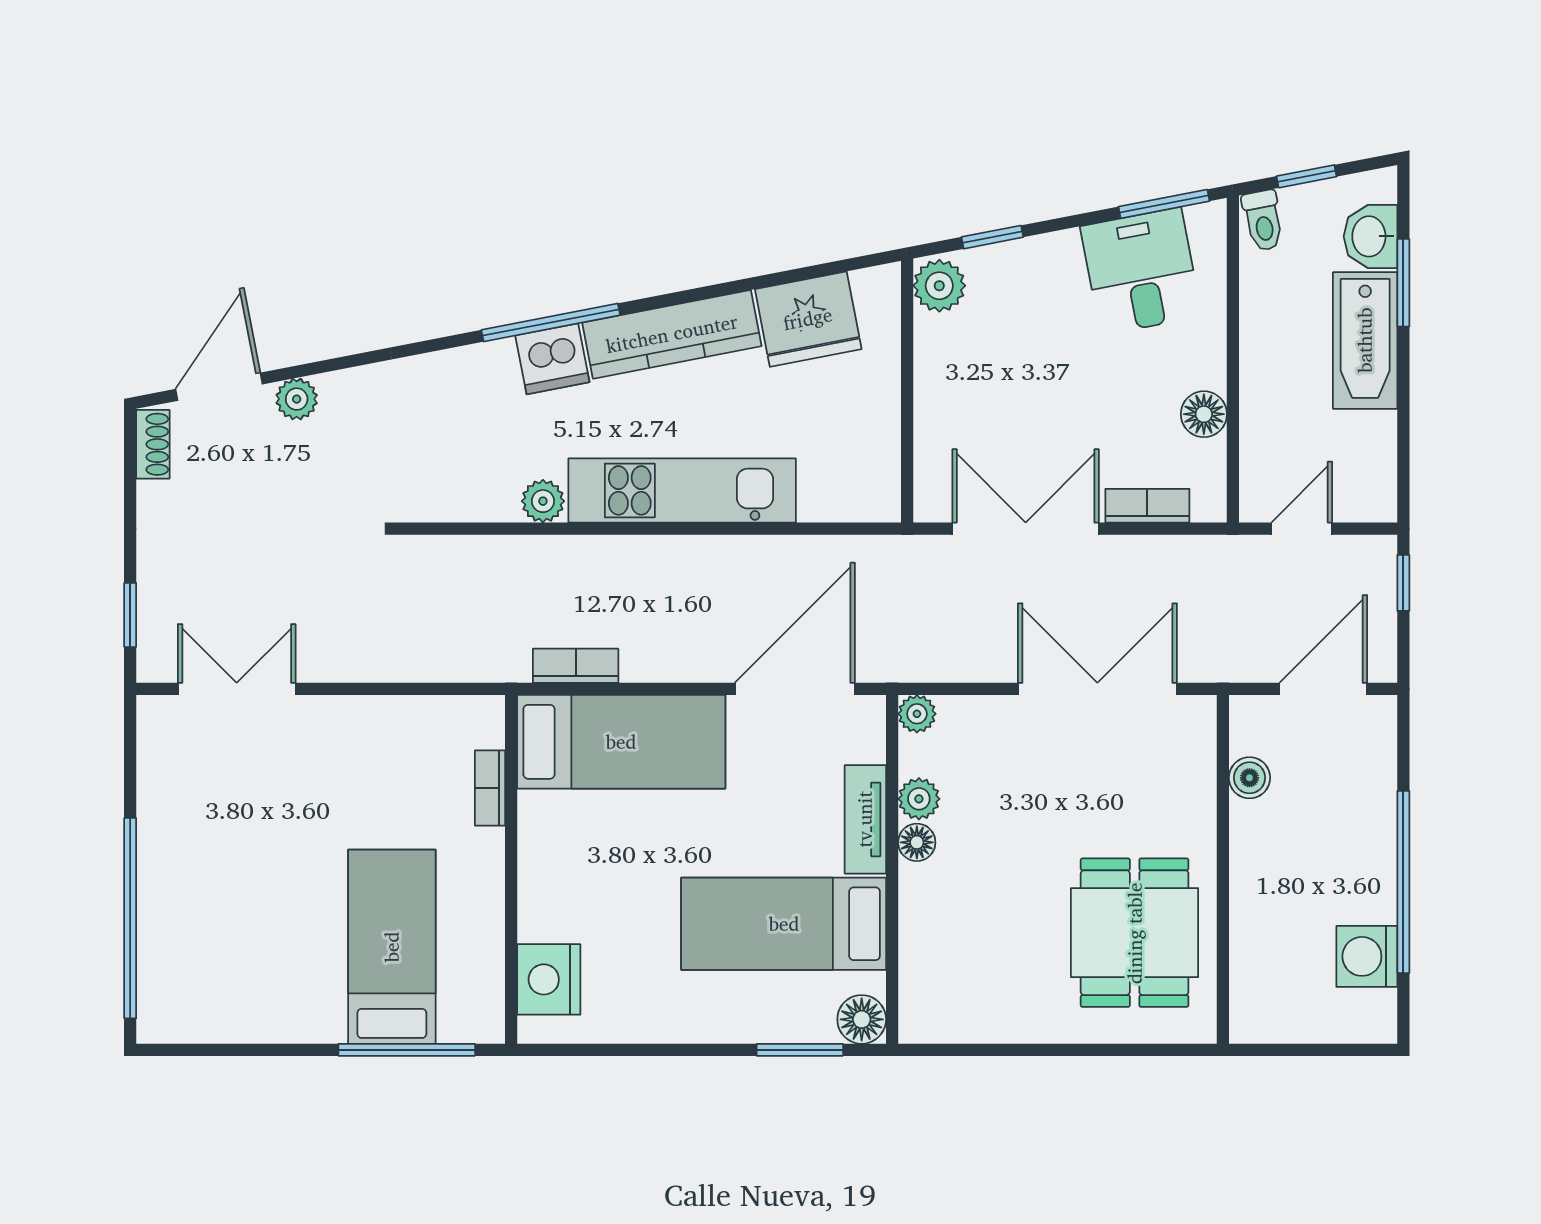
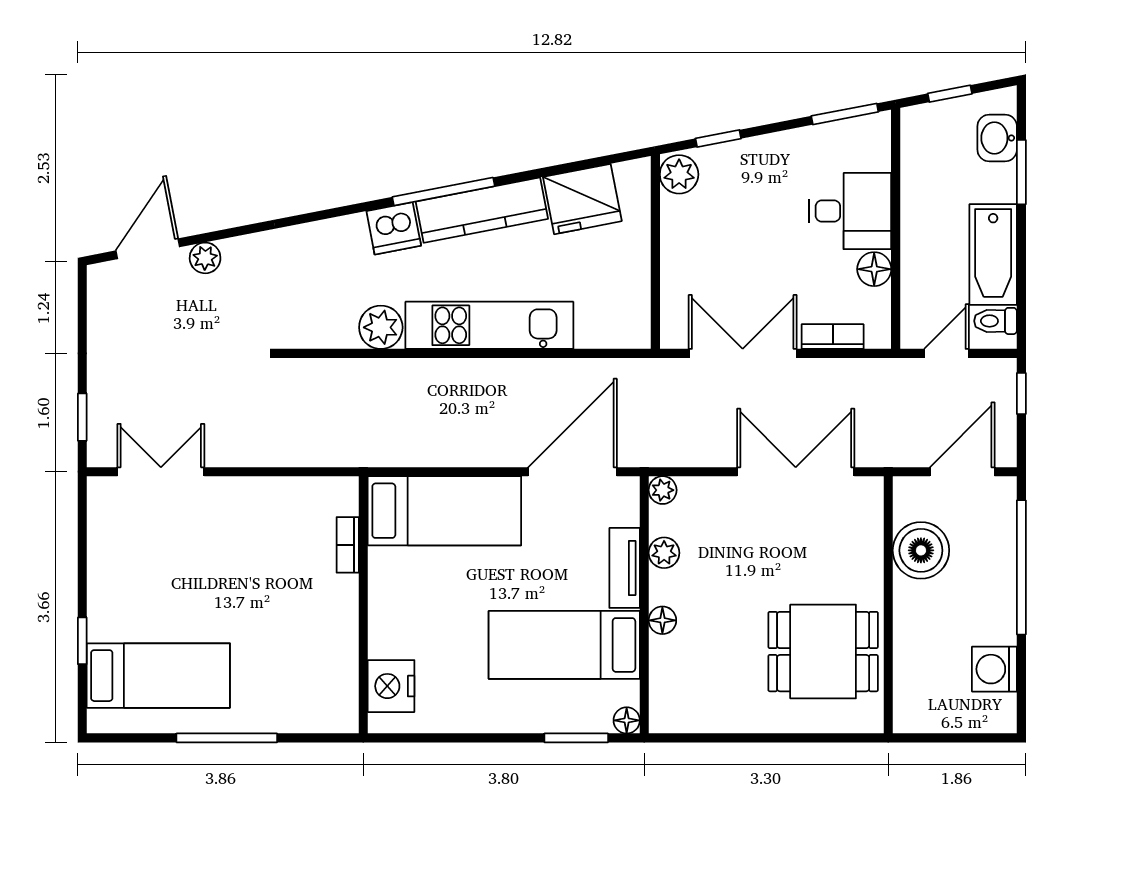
toilet: (1263, 220) -> (995, 321), moved, turned 101
desk: (1141, 271) -> (850, 211), moved, turned 101
window: (551, 322) -> (444, 192), moved
bathtub: (1365, 340) -> (993, 254), moved
shoe rack: (153, 444) -> (99, 291), removed
plant: (543, 501) -> (381, 327), width x1.38, depth x1.38
bookcase: (576, 666) -> (411, 455), removed
boiler: (1249, 778) -> (921, 550), width x1.86, depth x1.86
floor lamp: (917, 842) -> (662, 620), moved
window: (1403, 882) -> (1021, 567), moved
window: (130, 918) -> (82, 641), width x0.32
dining table: (1135, 933) -> (823, 652), turned 90
bed: (392, 947) -> (158, 676), moved, turned 90
floor lamp: (862, 1019) -> (627, 720), width x0.73, depth x0.73
window: (407, 1050) -> (227, 738), moved

